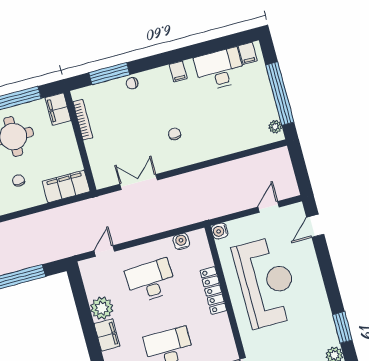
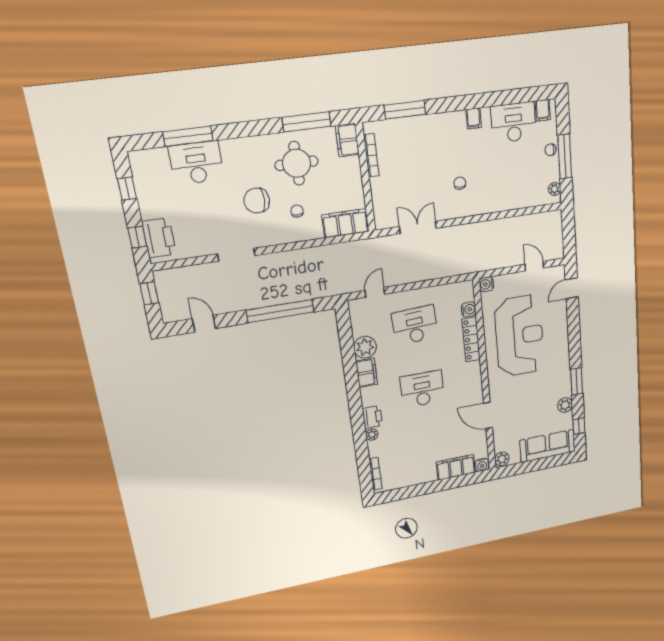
chair: (132, 83) -> (550, 150), moved
window: (280, 94) -> (565, 156), width x0.68
door: (269, 207) -> (534, 266), hinge flipped
water cooler: (181, 241) -> (469, 309), moved, turned 90

